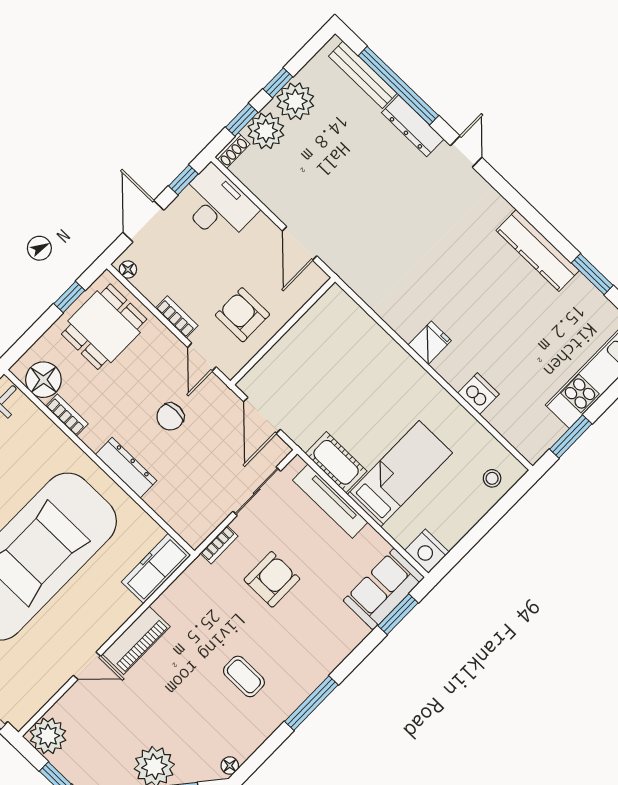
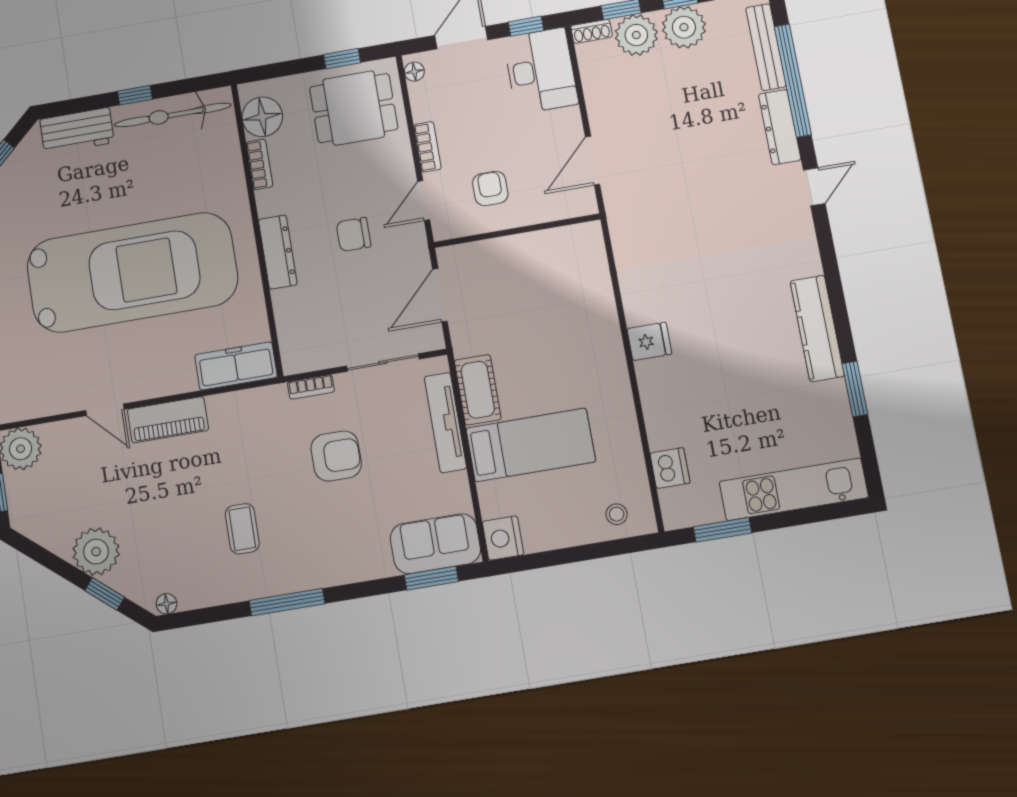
armchair: (242, 315) -> (490, 188), width x0.72, depth x0.72
dishwasher: (478, 394) -> (670, 468), moved

